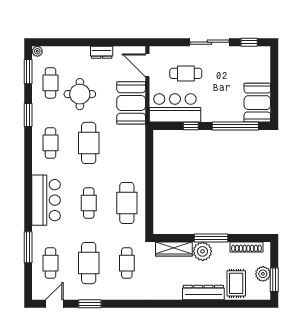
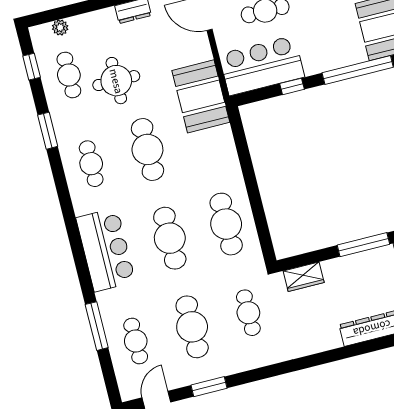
plant: (37, 51) -> (60, 28), moved
window: (28, 72) -> (32, 67), width x0.67
booth: (131, 103) -> (201, 96), moved
cafe table: (89, 203) -> (170, 238), width x1.37, depth x1.35
wardrobe: (174, 249) -> (304, 277), width x0.67
plant: (203, 251) -> (356, 267), removed

